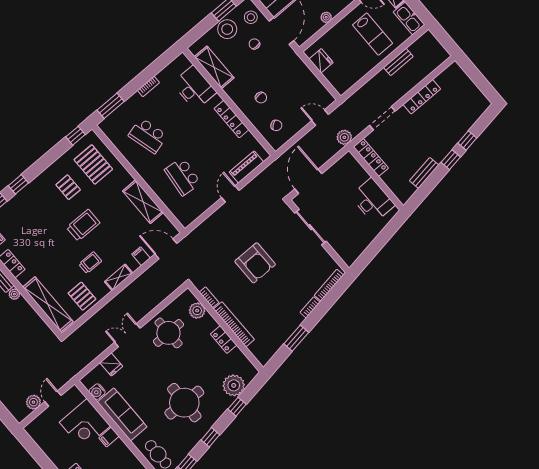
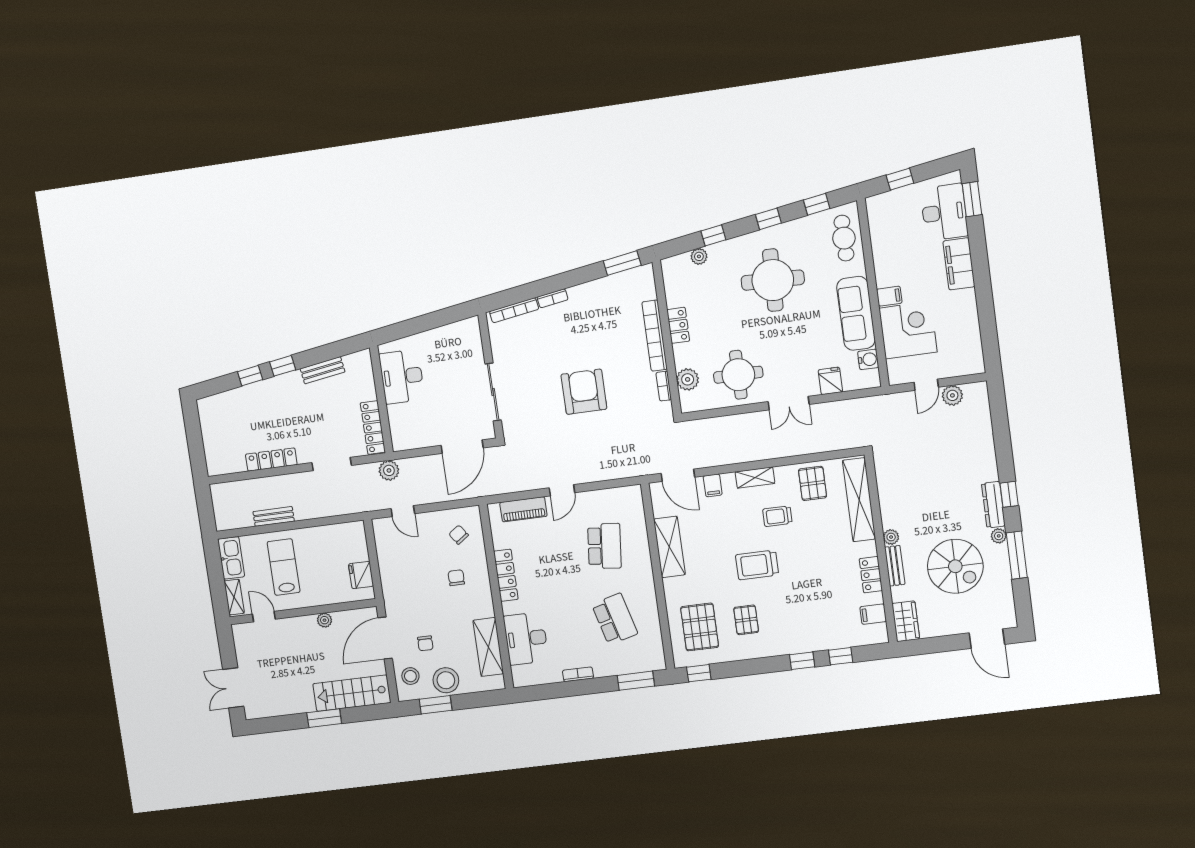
window: (296, 338) -> (622, 263), moved
plant: (234, 385) -> (699, 256), width x0.53, depth x0.53

